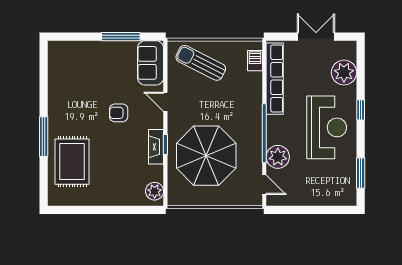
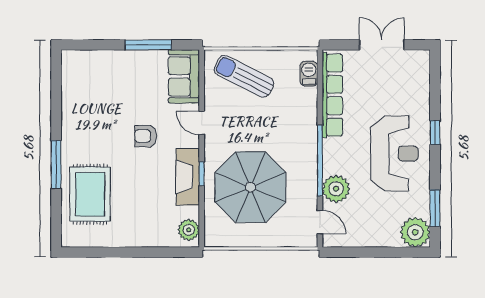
plant: (344, 72) -> (415, 232), moved
fireplace: (156, 147) -> (188, 177), width x1.37, depth x1.32

